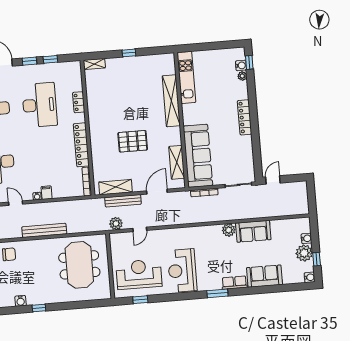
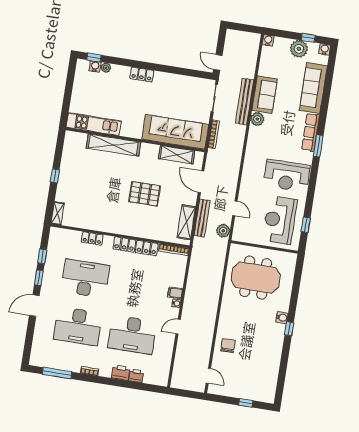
locker: (245, 117) -> (142, 75), width x0.66
pallet: (133, 141) -> (145, 194), turned 90
bench: (44, 230) -> (245, 101), moved
water cooler: (306, 238) -> (268, 40), moved
sofa: (264, 276) -> (313, 88), width x1.36
row of seats: (234, 283) -> (311, 132), width x1.48
water cooler: (21, 301) -> (282, 318), moved

